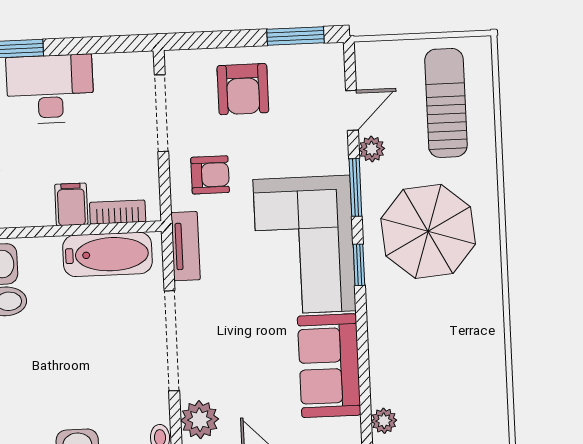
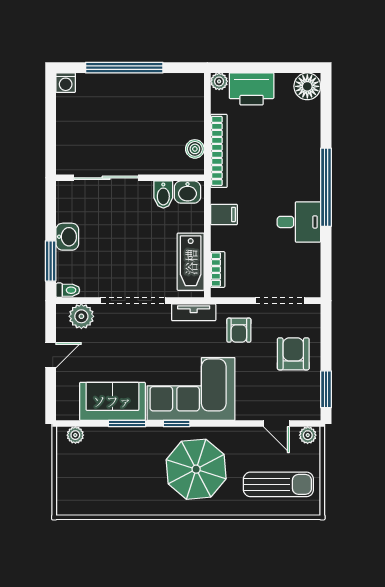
desk: (50, 89) -> (299, 222), width x0.73
armchair: (243, 89) -> (293, 354), turned 90
plant: (372, 149) -> (308, 435), moved
window: (355, 187) -> (127, 424), moved
filing cabinet: (71, 204) -> (224, 214), moved

